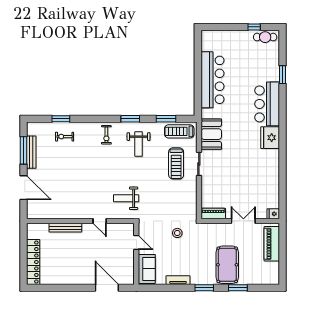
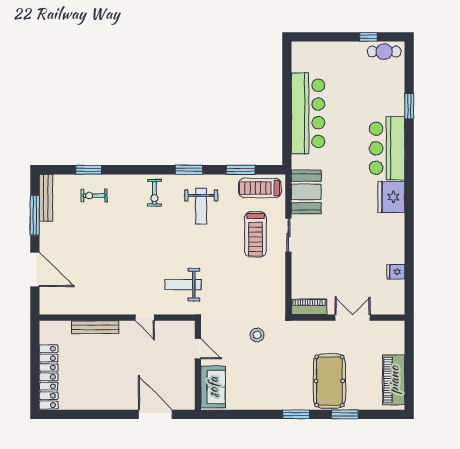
bench: (31, 152) -> (46, 198), moved
fridge: (273, 214) -> (396, 272), moved
piano: (272, 244) -> (394, 380), moved
tv unit: (178, 280) -> (258, 403), removed

